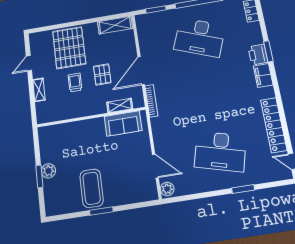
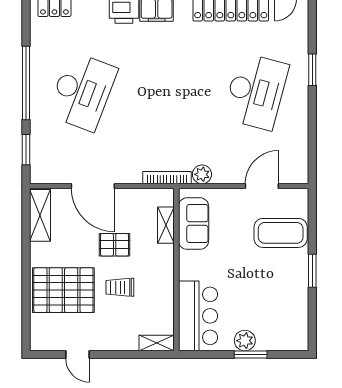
door: (141, 71) -> (93, 186), moved
shelving: (39, 90) -> (157, 343), moved
bar counter: (62, 136) -> (198, 316), added
coffee table: (92, 188) -> (281, 233), moved
plant: (167, 189) -> (202, 174), moved

